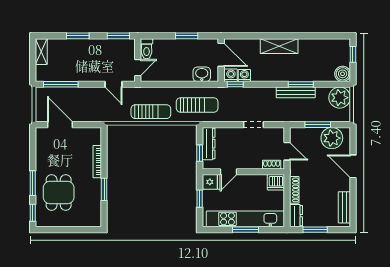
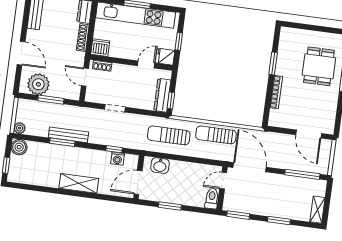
door: (221, 55) -> (138, 182), hinge flipped
washing machine: (231, 75) -> (131, 161), removed
door: (113, 84) -> (250, 167), width x1.88
window: (235, 84) -> (114, 149), moved
plant: (340, 98) -> (20, 128), width x0.53, depth x0.53
window: (200, 153) -> (171, 101), moved

